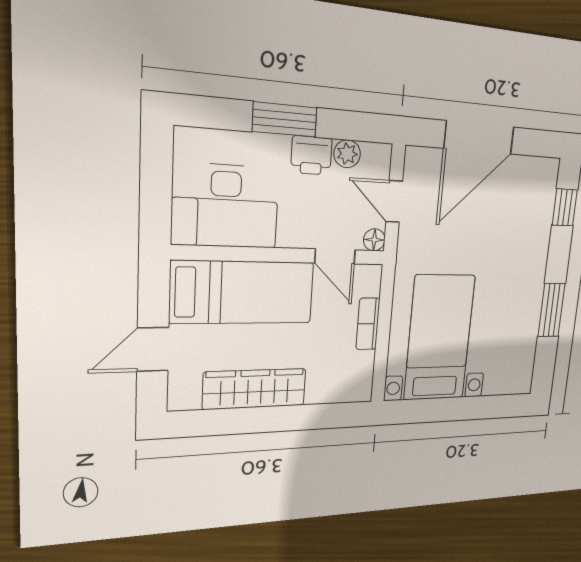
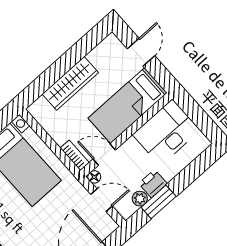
window: (285, 120) -> (159, 202), moved
bookcase: (368, 324) -> (75, 155), moved
wardrobe: (255, 389) -> (70, 83), moved

